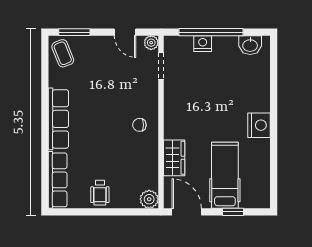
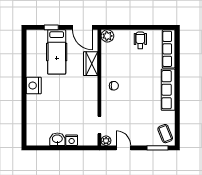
window: (211, 32) -> (66, 148), removed
washbasin: (250, 45) -> (57, 139), moved

